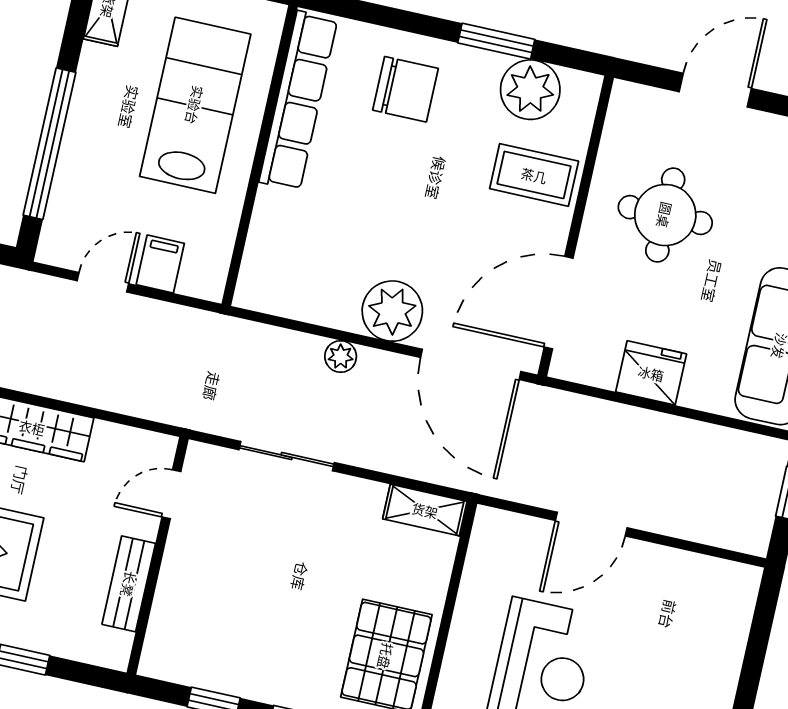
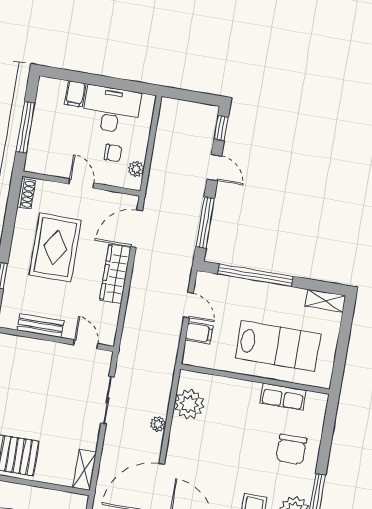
row of seats: (298, 101) -> (283, 397), width x0.50
plant: (392, 311) -> (189, 404), moved

